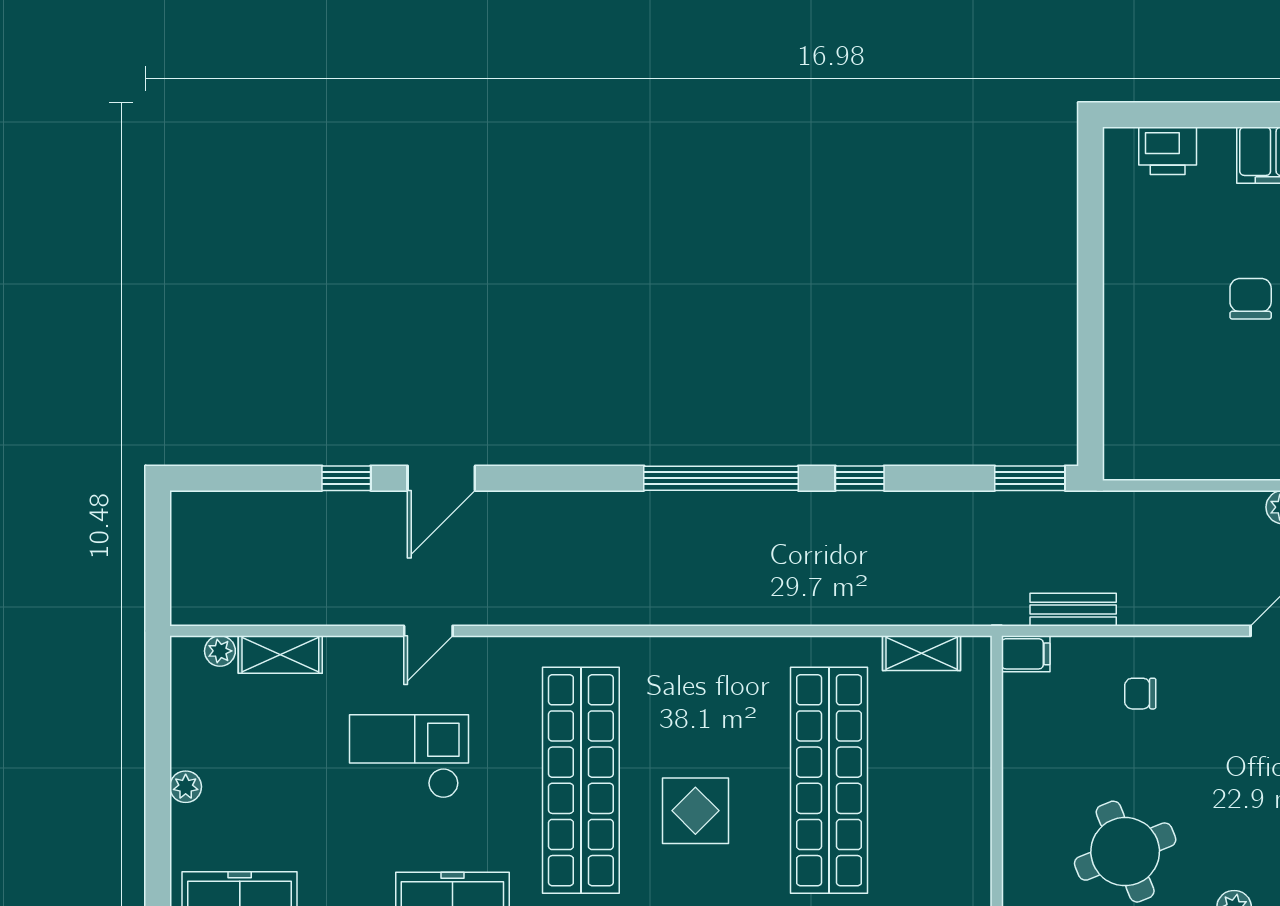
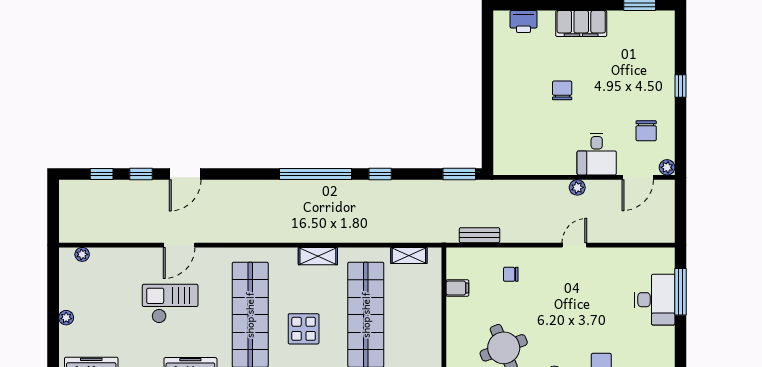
window: (262, 478) -> (102, 174), added
door: (428, 631) -> (179, 245), width x1.38
filing cabinet: (1026, 654) -> (457, 288), moved
shelving: (280, 655) -> (318, 256), moved

